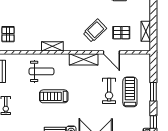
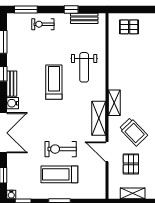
shelving: (52, 46) -> (114, 103), moved
door: (111, 52) -> (107, 152), hinge flipped
treadmill: (130, 92) -> (59, 174), turned 180

